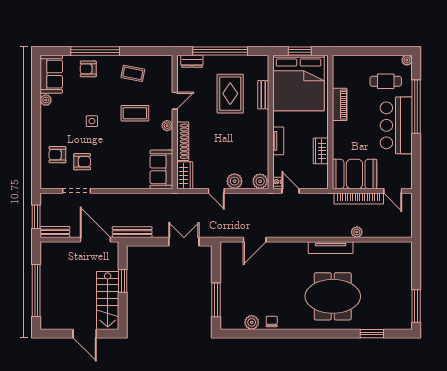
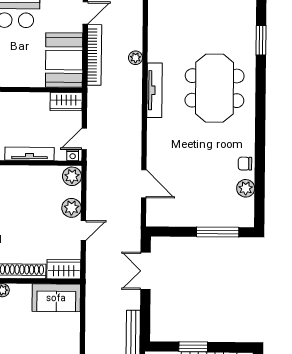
tv unit: (278, 141) -> (29, 154), width x1.41
wardrobe: (321, 151) -> (66, 102), moved

